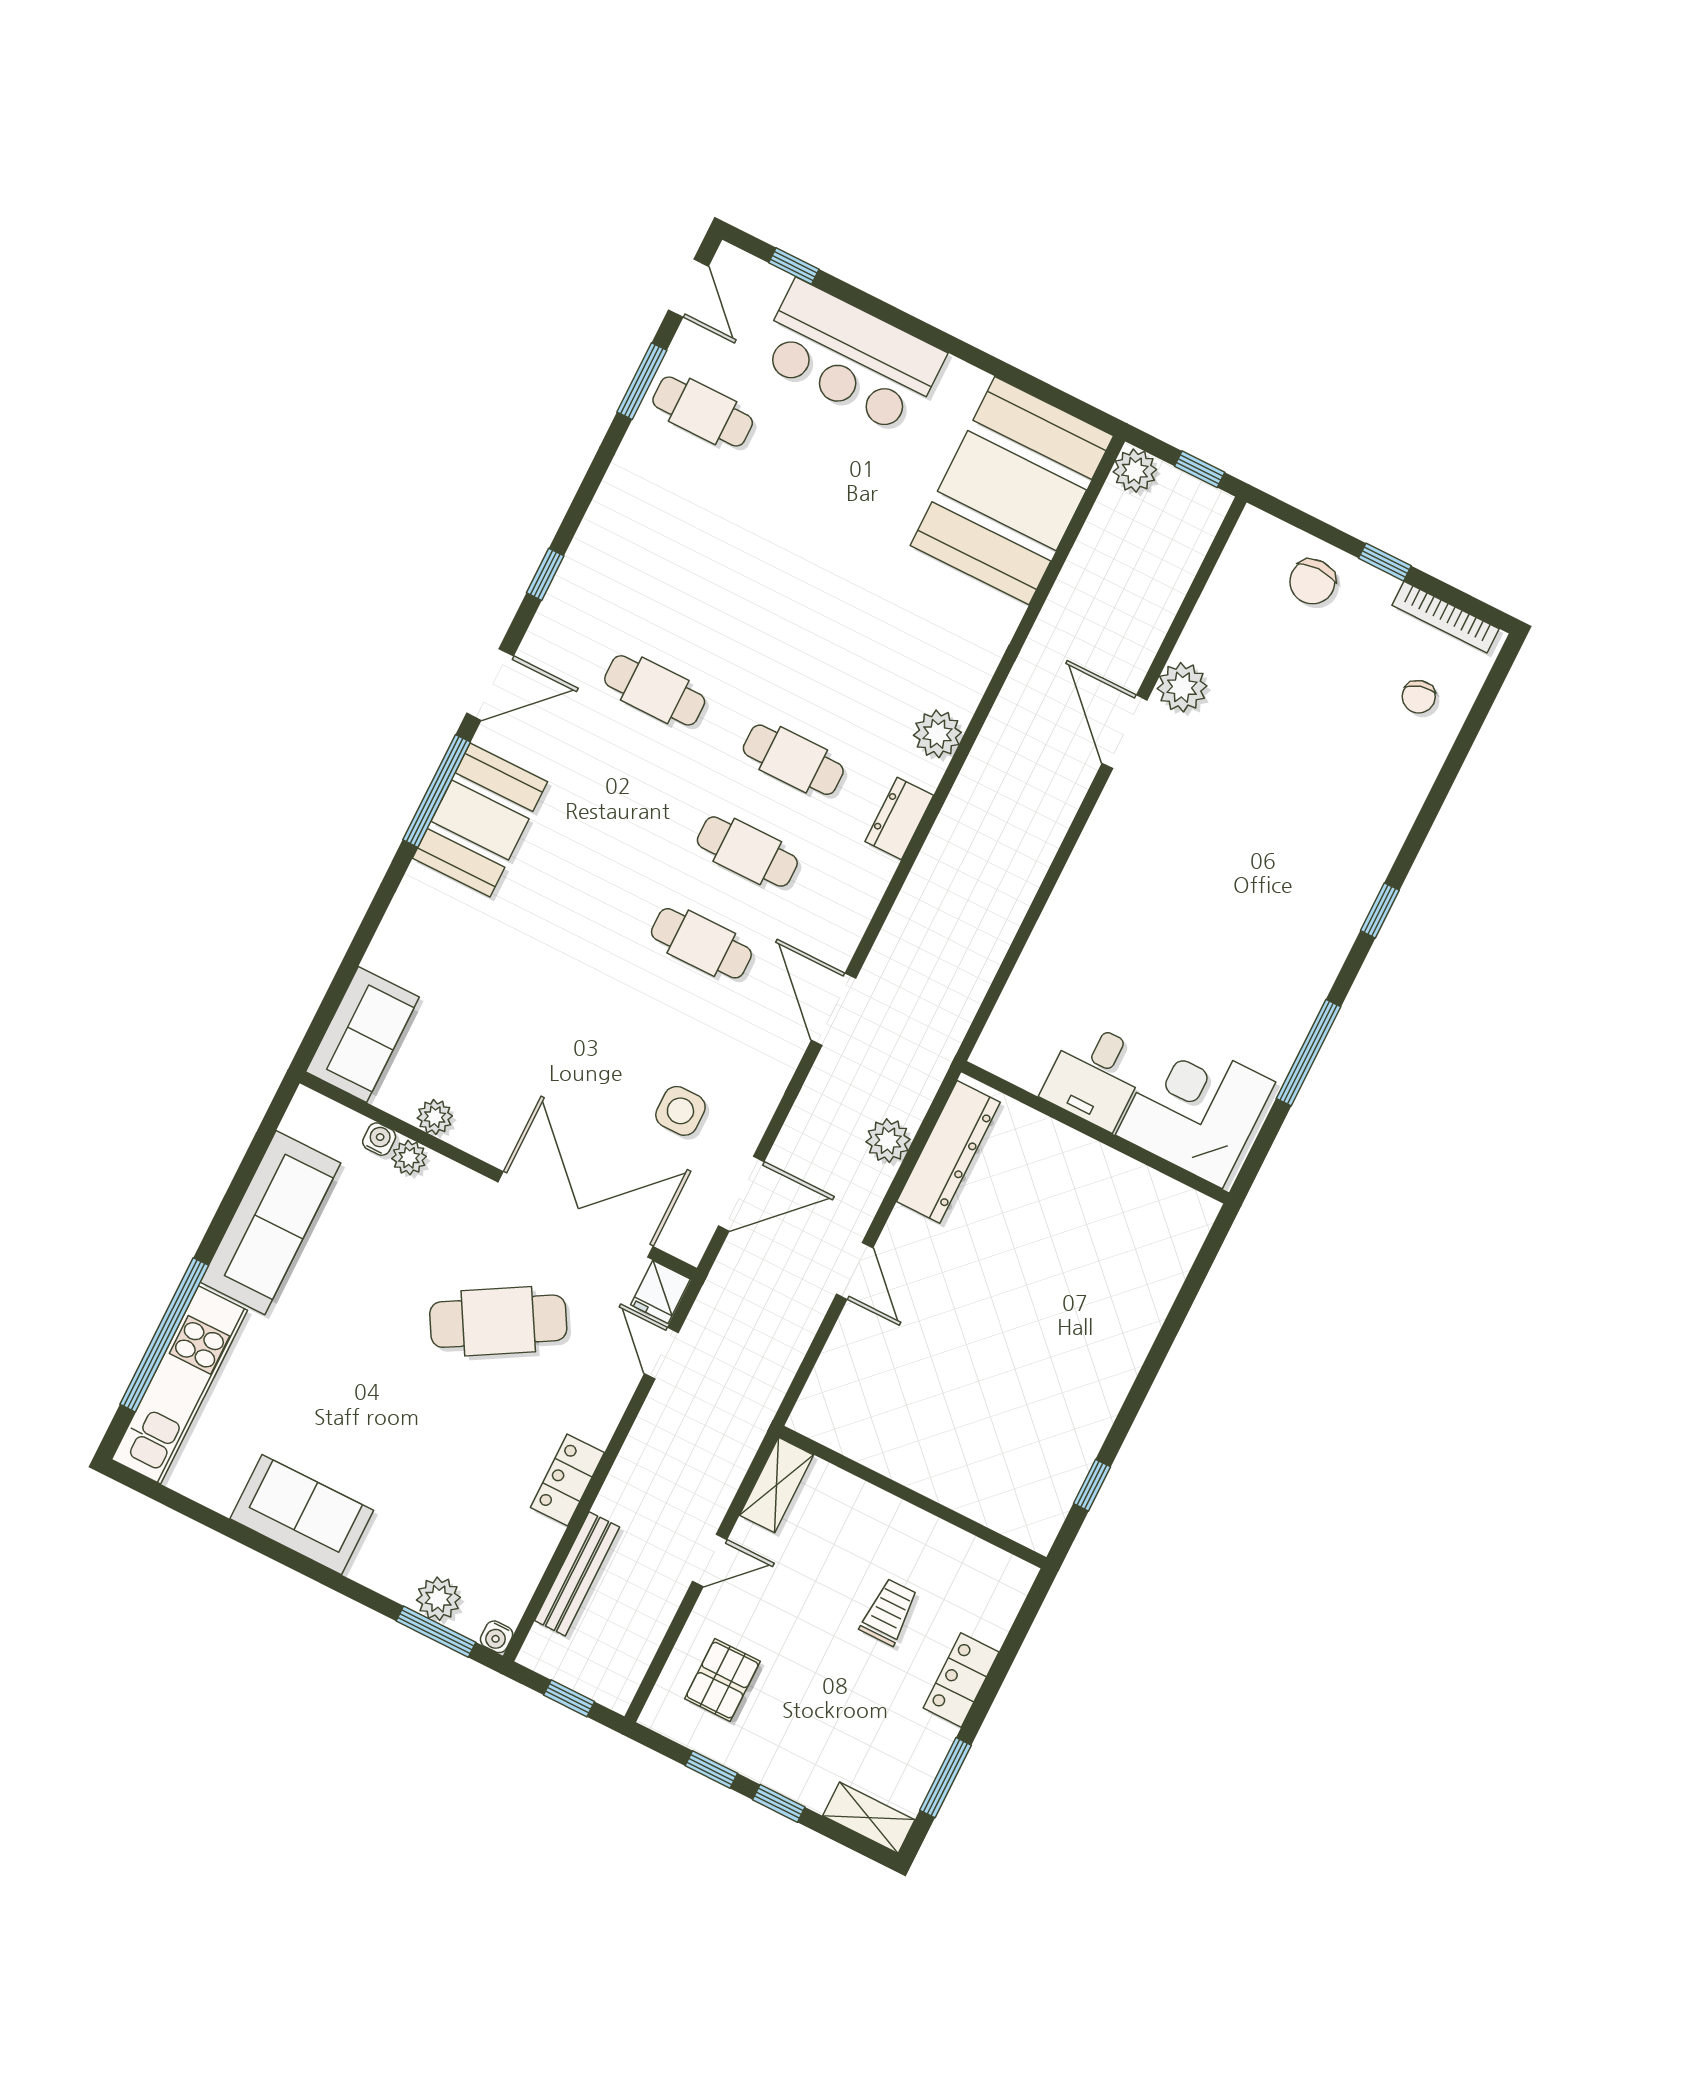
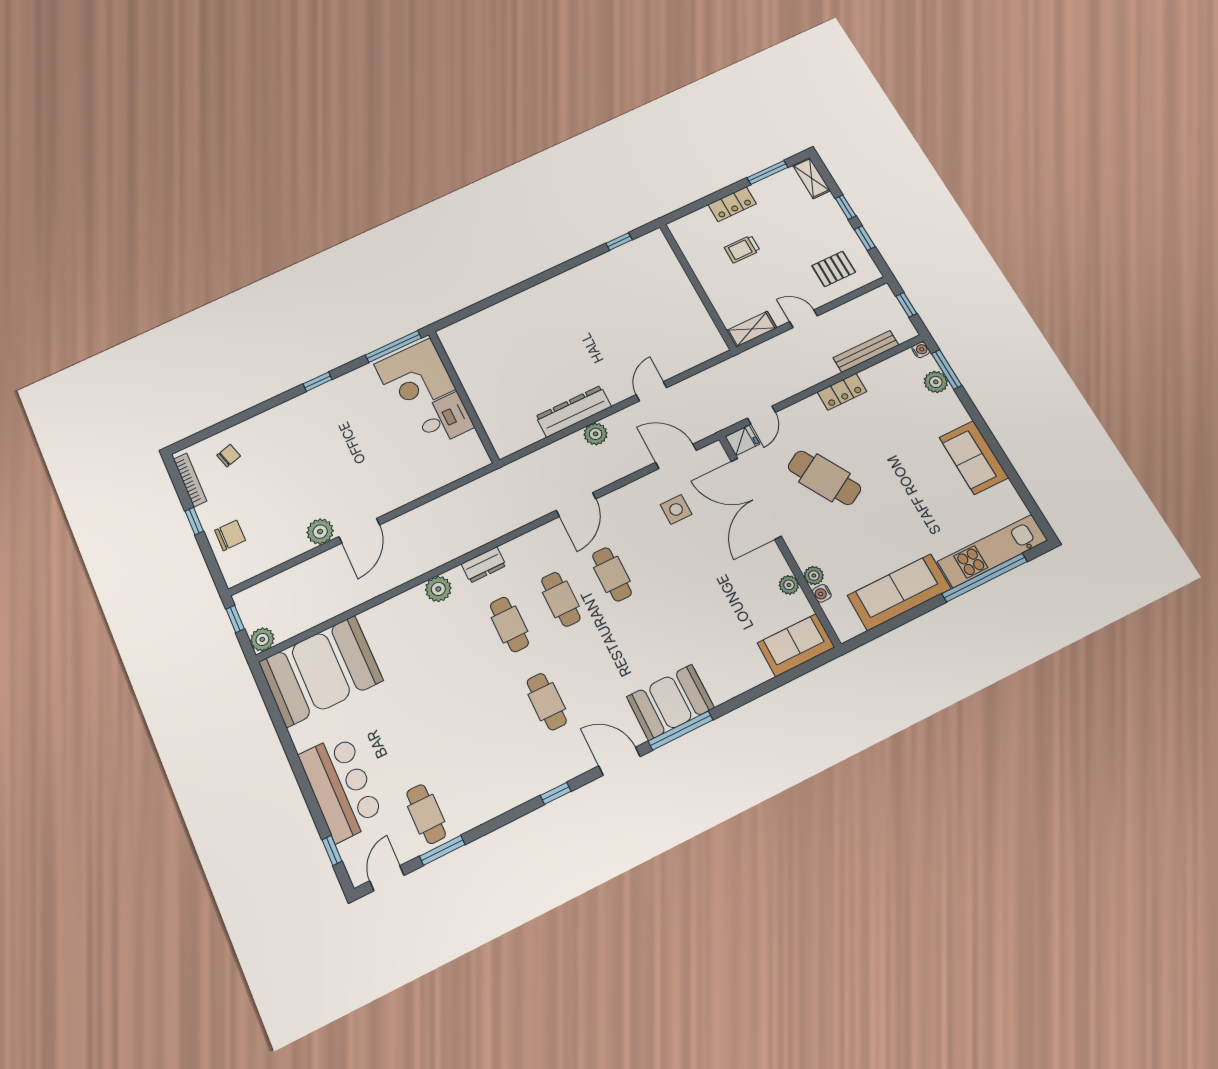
desk: (1095, 1075) -> (445, 419), moved
corner desk: (1195, 1108) -> (415, 377), moved
wall: (1095, 1132) -> (463, 396), moved

